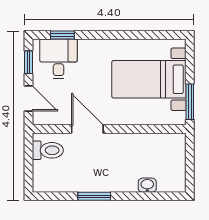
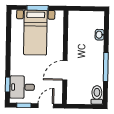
window: (190, 102) -> (38, 8), moved
toilet: (48, 150) -> (97, 95), moved
window: (94, 196) -> (106, 67), width x1.44

